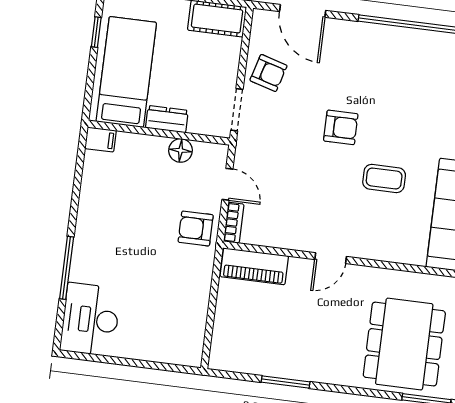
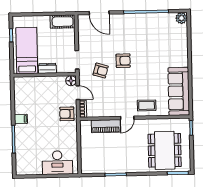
armchair: (268, 73) -> (101, 71), moved
filing cabinet: (101, 139) -> (21, 119), moved
floor lamp: (181, 150) -> (71, 81), moved
coffee table: (384, 178) -> (147, 105), moved
piano: (254, 266) -> (106, 126), moved
desk: (90, 320) -> (57, 163), moved, turned -90

